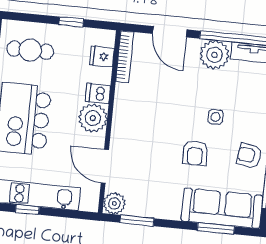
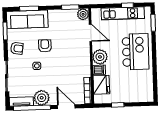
cafe table: (30, 50) -> (137, 88), removed
fridge: (102, 56) -> (101, 85), width x1.88, depth x1.34

